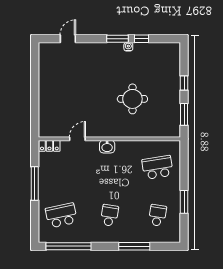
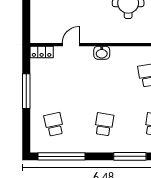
school desk: (61, 215) -> (54, 124), width x0.54

